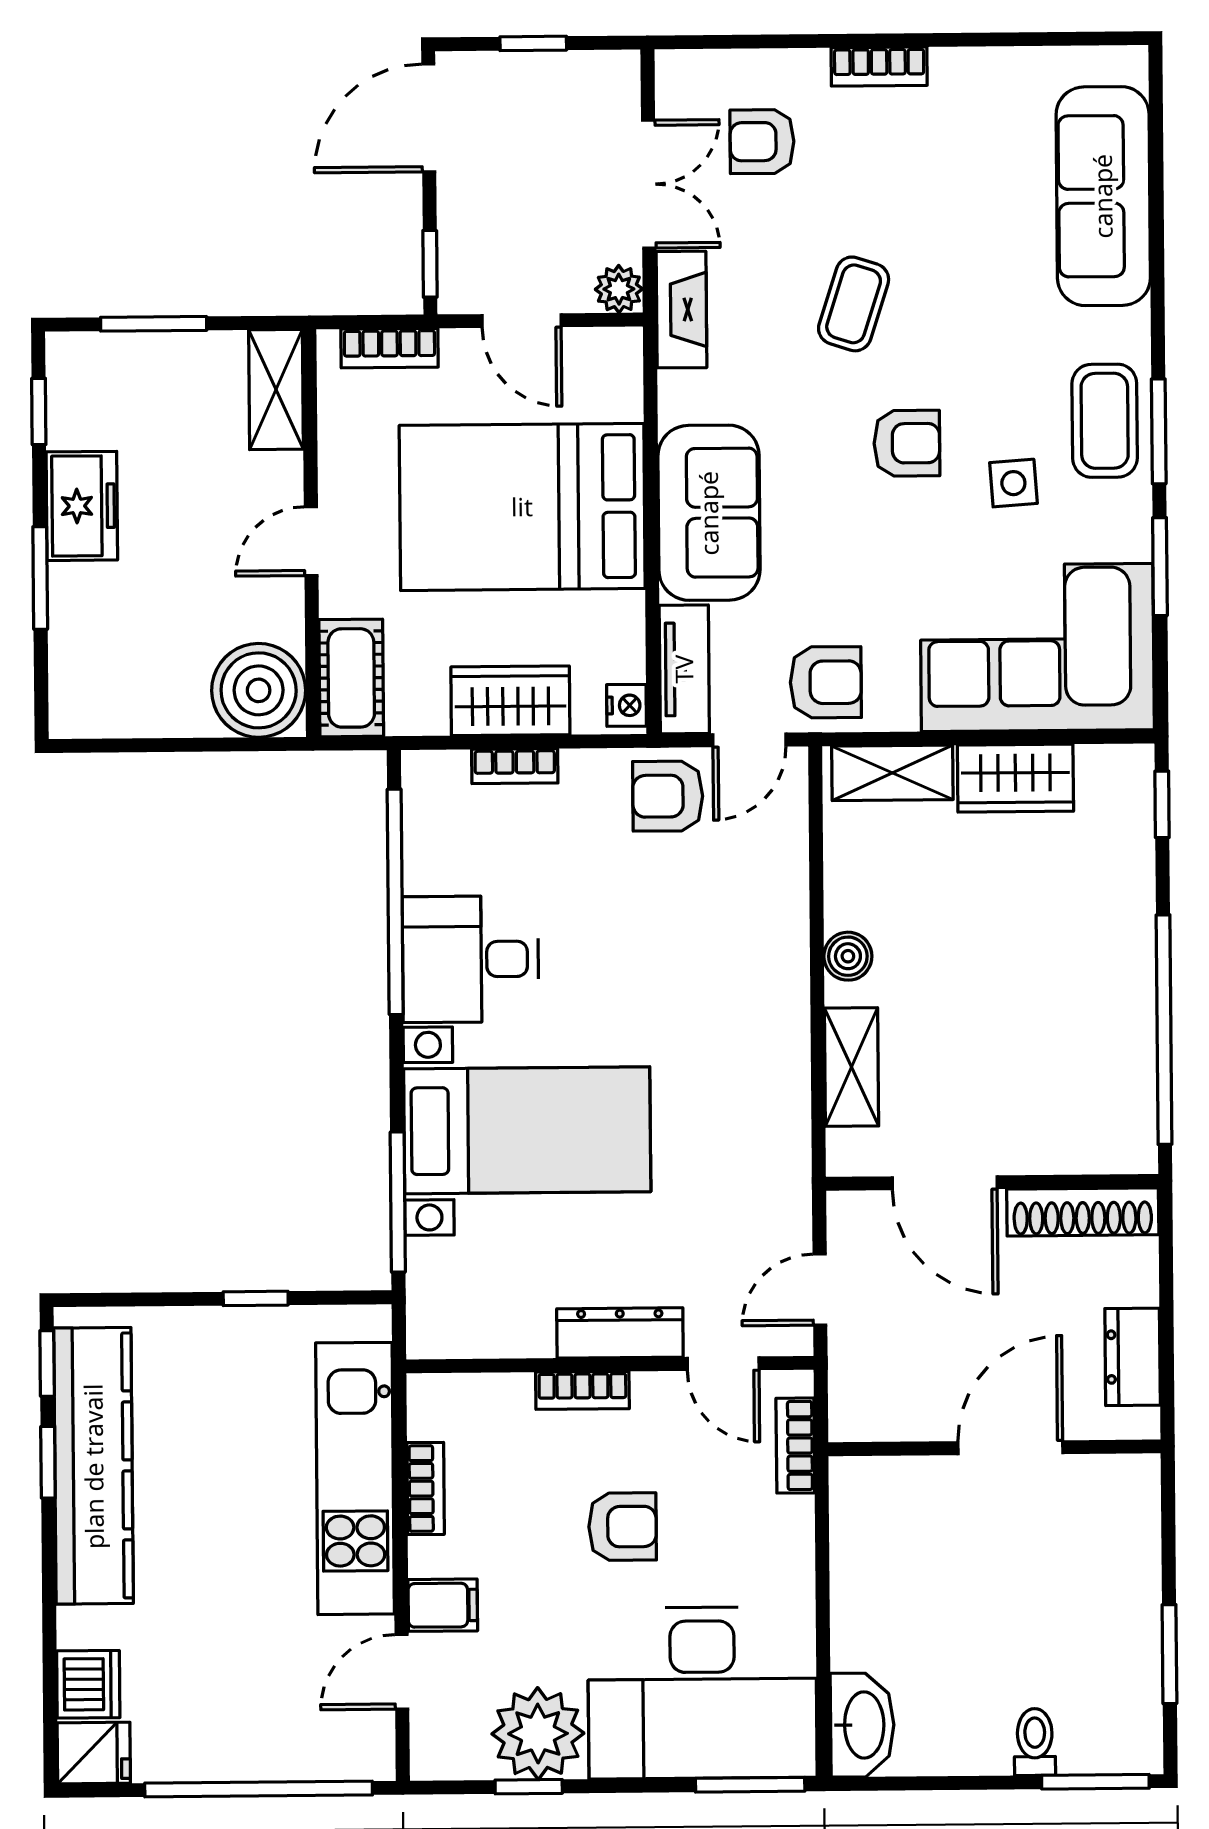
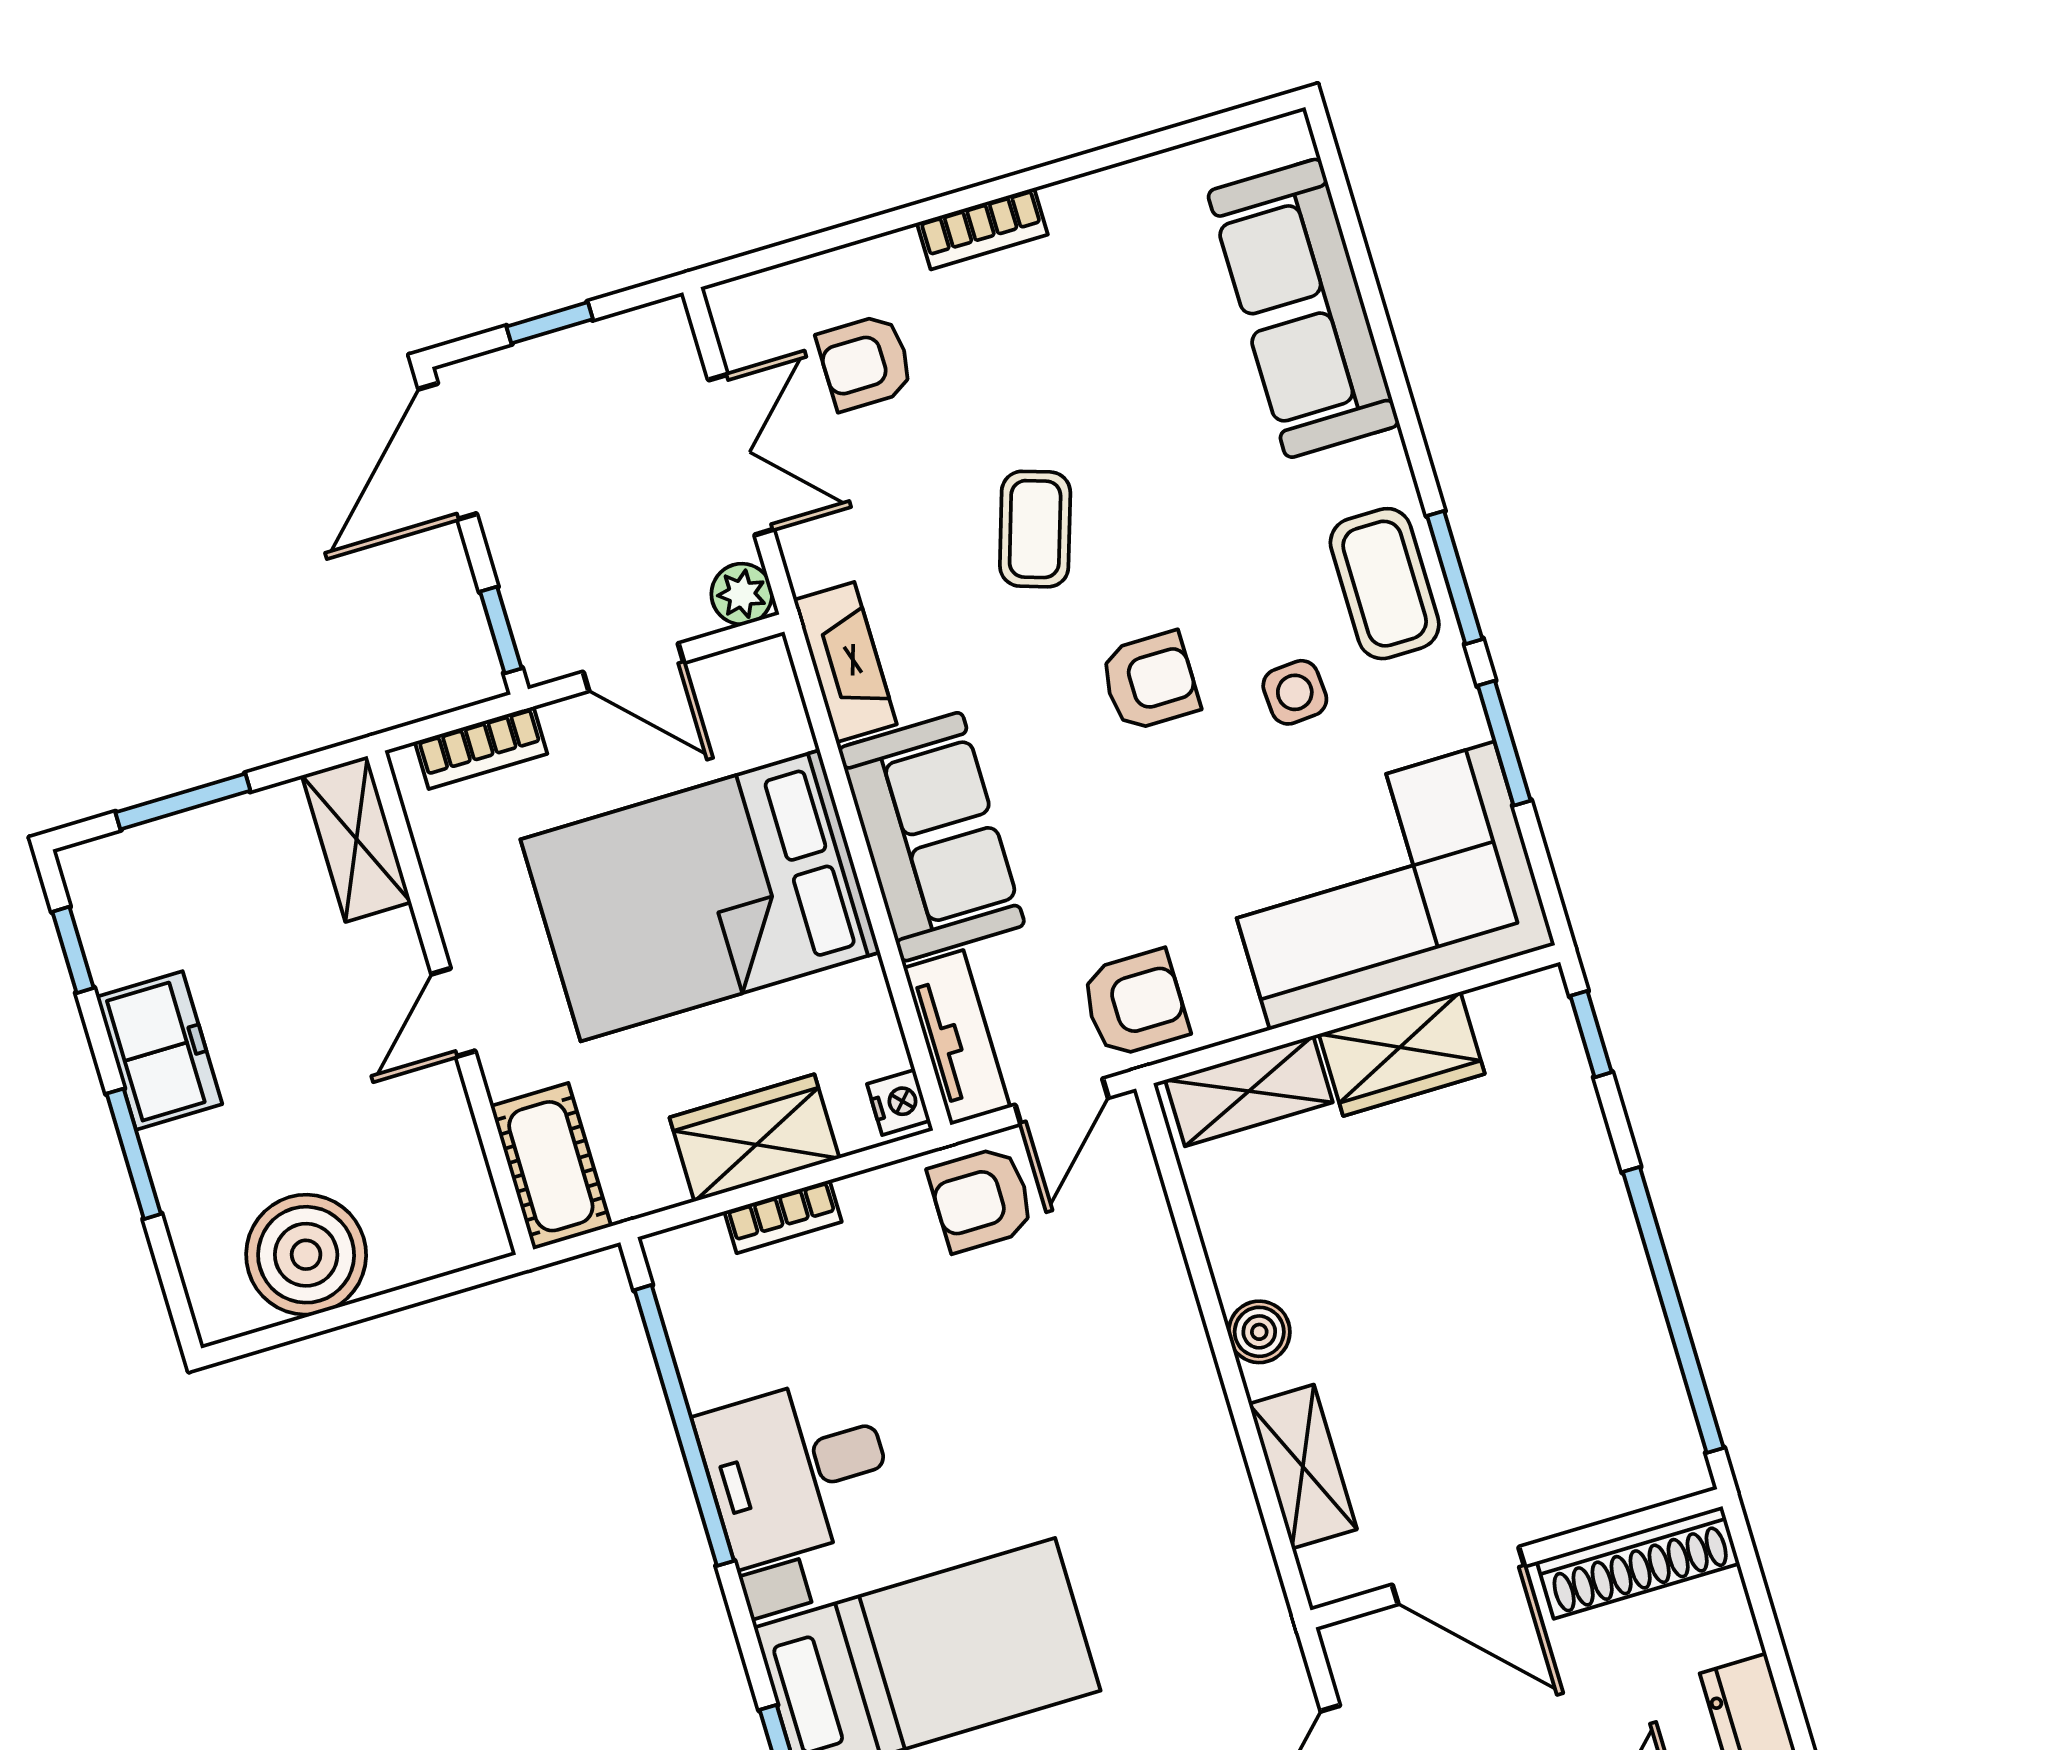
fireplace: (681, 310) -> (845, 662), moved
boiler: (259, 690) -> (306, 1255), moved

